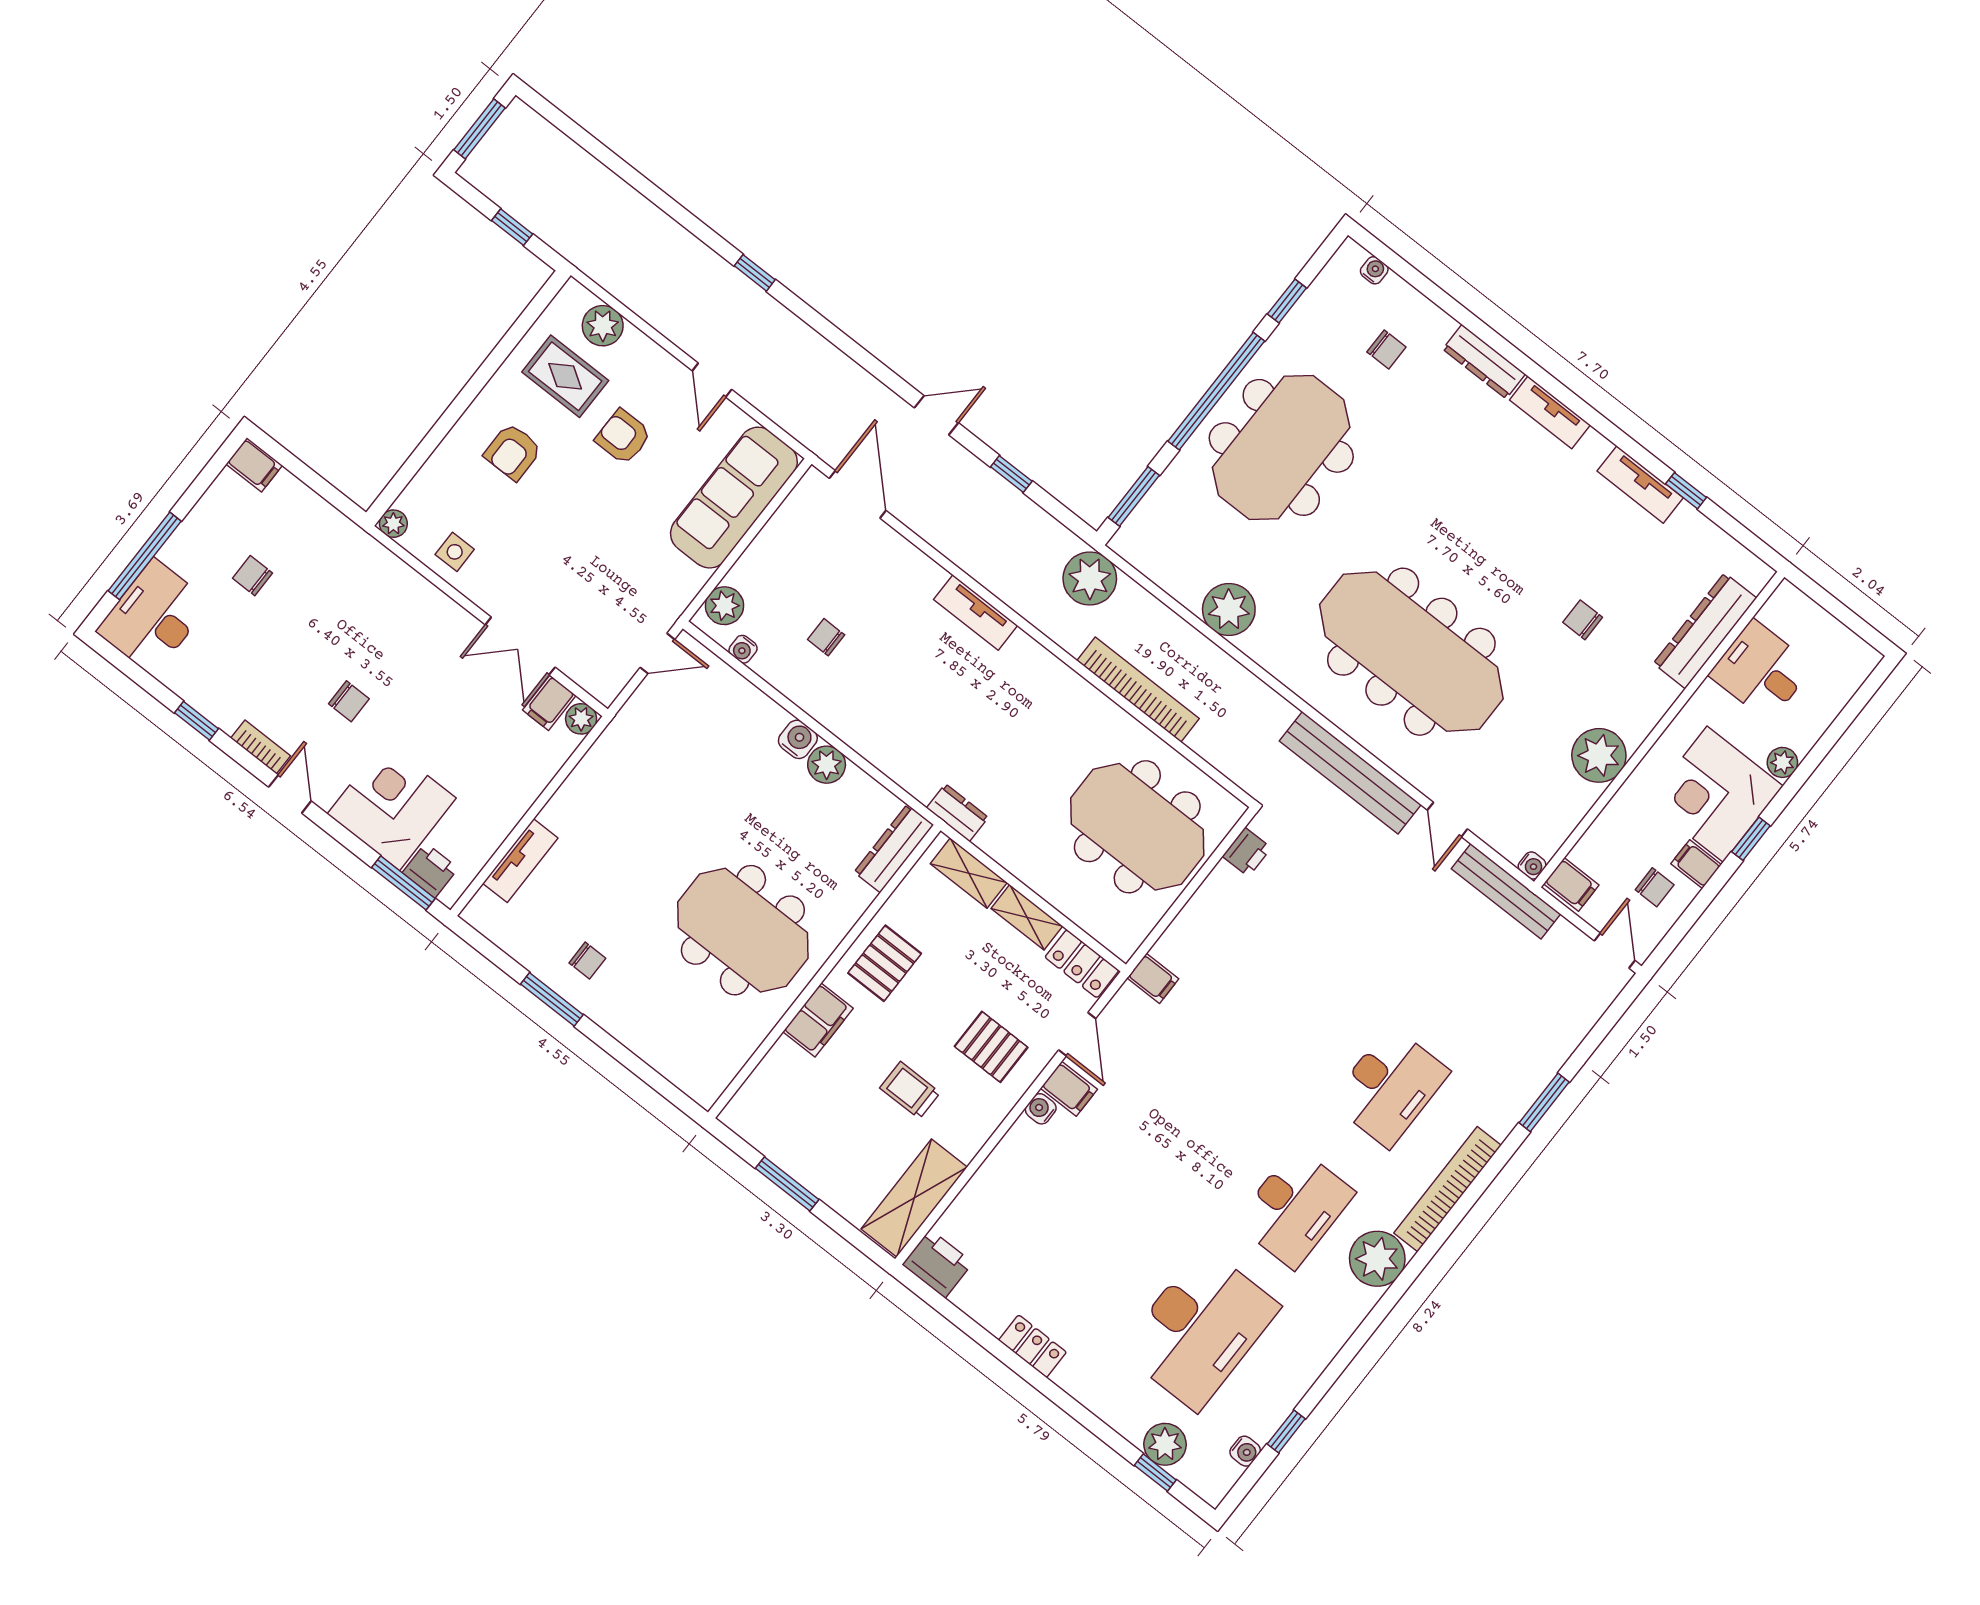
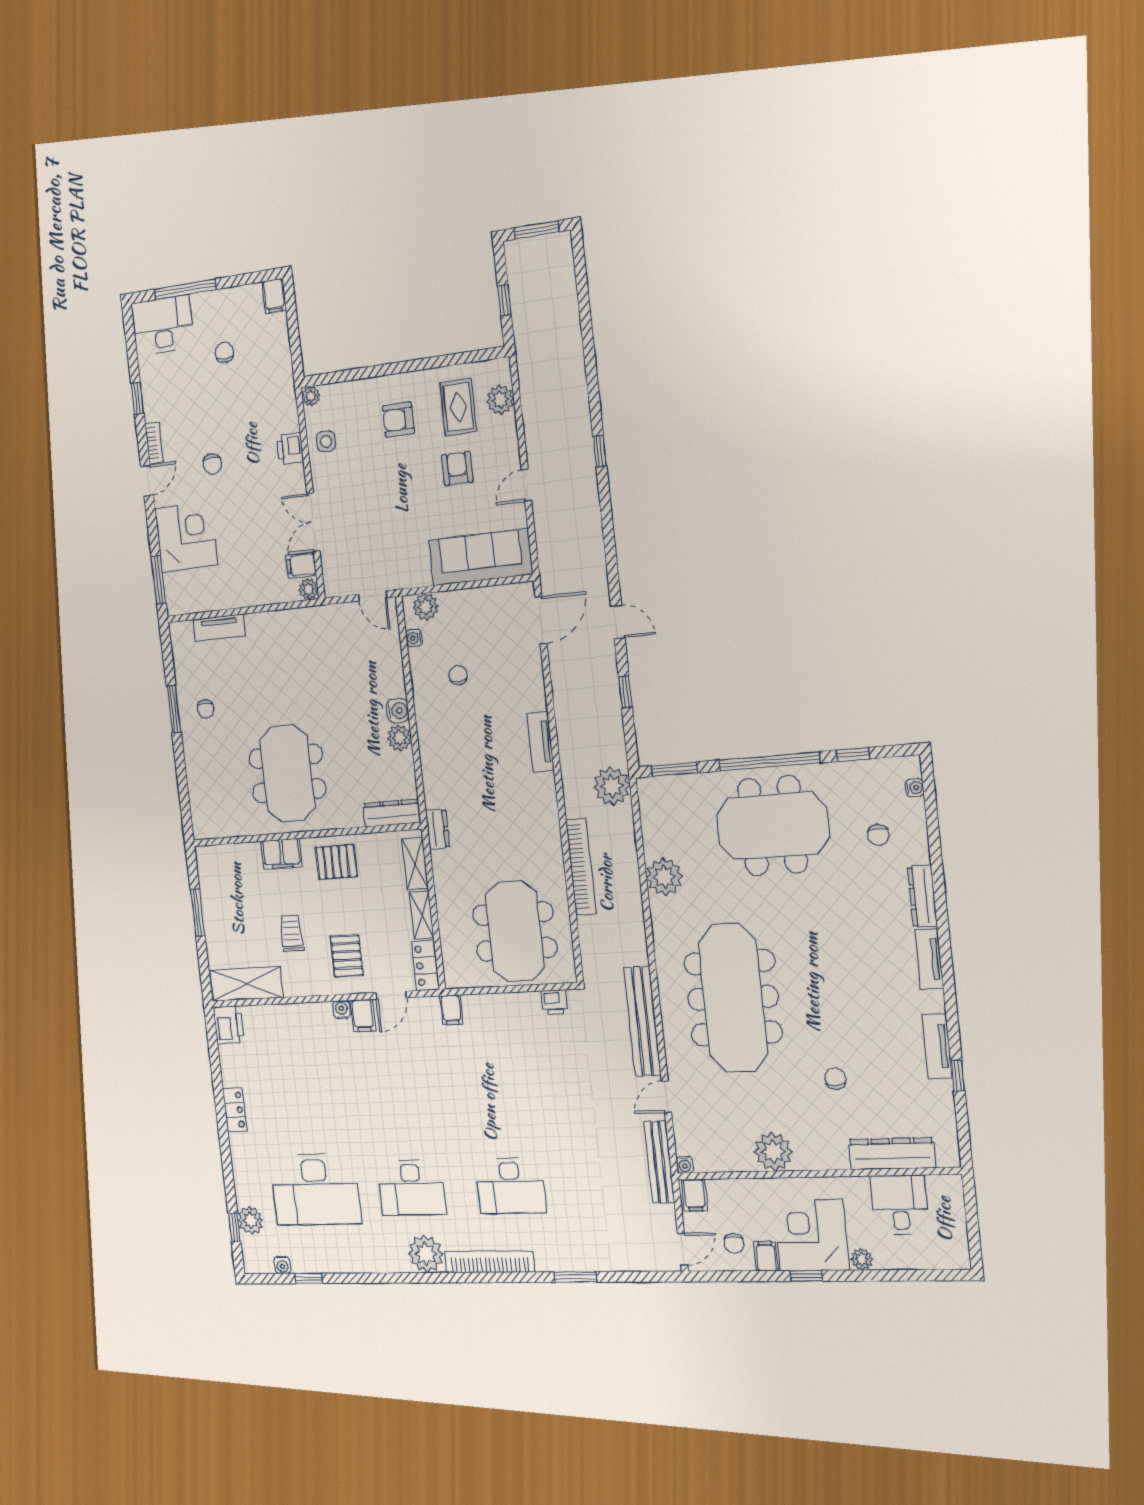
printer: (430, 871) -> (290, 449), moved, turned 180

